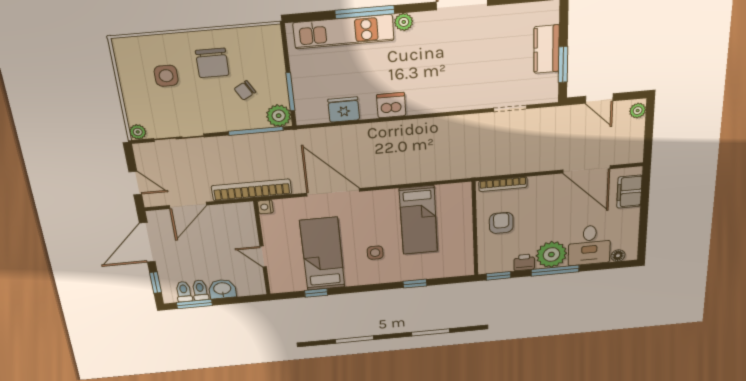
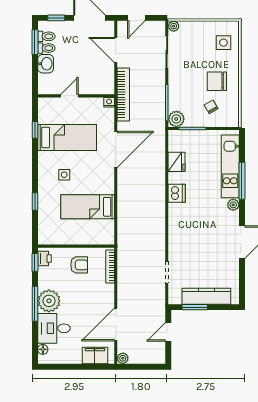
kitchen counter: (547, 49) -> (206, 296), width x1.50
side table: (166, 76) -> (223, 43), moved
chair: (245, 90) -> (211, 107), moved
plant: (638, 111) -> (123, 358), moved
printer: (524, 262) -> (44, 258), moved

